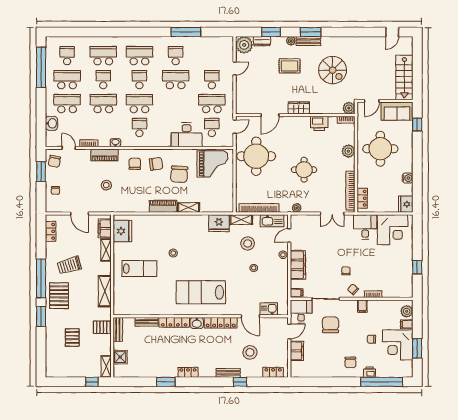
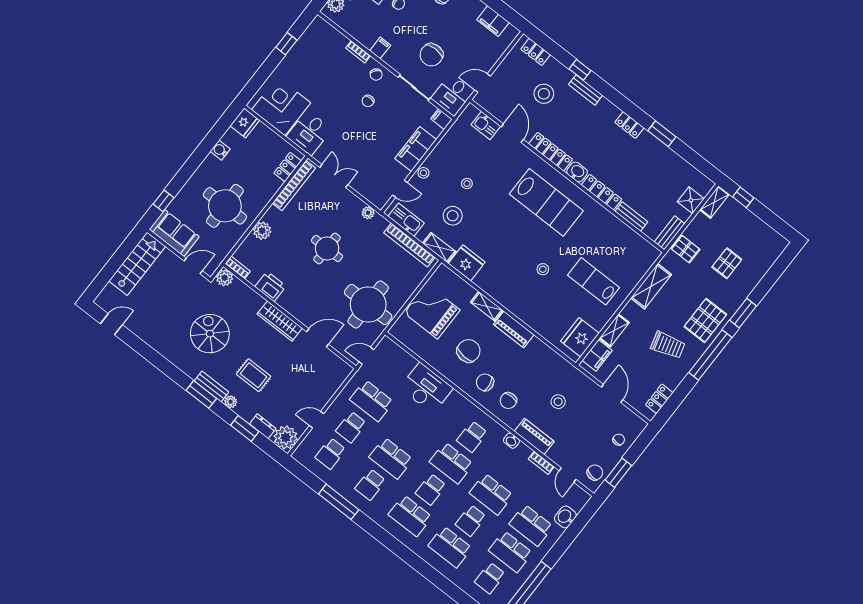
wardrobe: (299, 108) -> (280, 321), width x1.50
school desk: (212, 128) -> (330, 453), moved
grand piano: (212, 164) -> (432, 311), moved
filing cabinet: (297, 351) -> (493, 21), moved, turned -90

